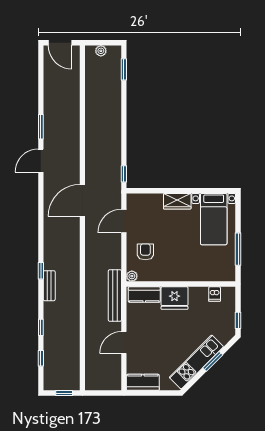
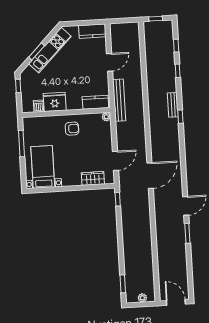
wardrobe: (177, 201) -> (93, 178), moved
armchair: (145, 252) -> (72, 129), moved, turned -90
fridge: (174, 298) -> (55, 102), moved

